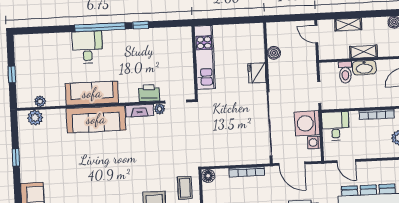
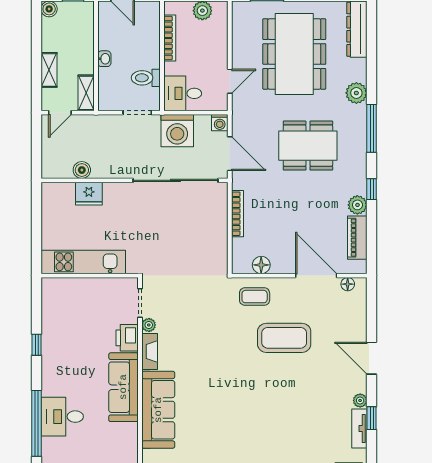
window: (100, 27) -> (37, 423), moved
shelving: (364, 52) -> (86, 93), moved
washbasin: (364, 68) -> (104, 59), width x0.52, depth x0.69
toilet: (345, 72) -> (146, 78), moved, turned 180
fridge: (257, 73) -> (89, 194), moved
sofa: (92, 93) -> (123, 387), moved
washing machine: (314, 142) -> (220, 123), moved
door: (292, 164) -> (230, 154), hinge flipped
floor lamp: (208, 176) -> (261, 265), moved

